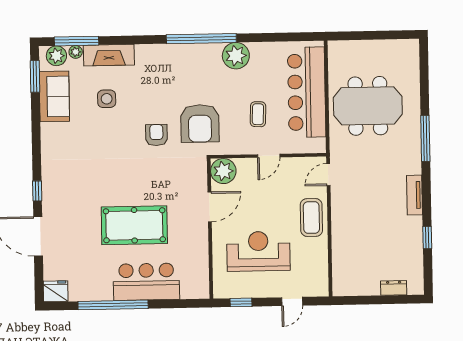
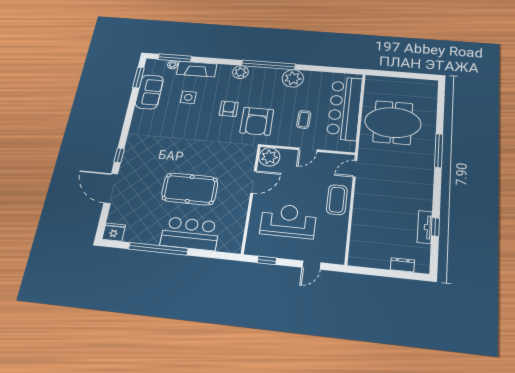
plant: (56, 56) -> (240, 72), moved
armchair: (156, 135) -> (229, 109), moved
tv unit: (415, 195) -> (425, 227), moved

